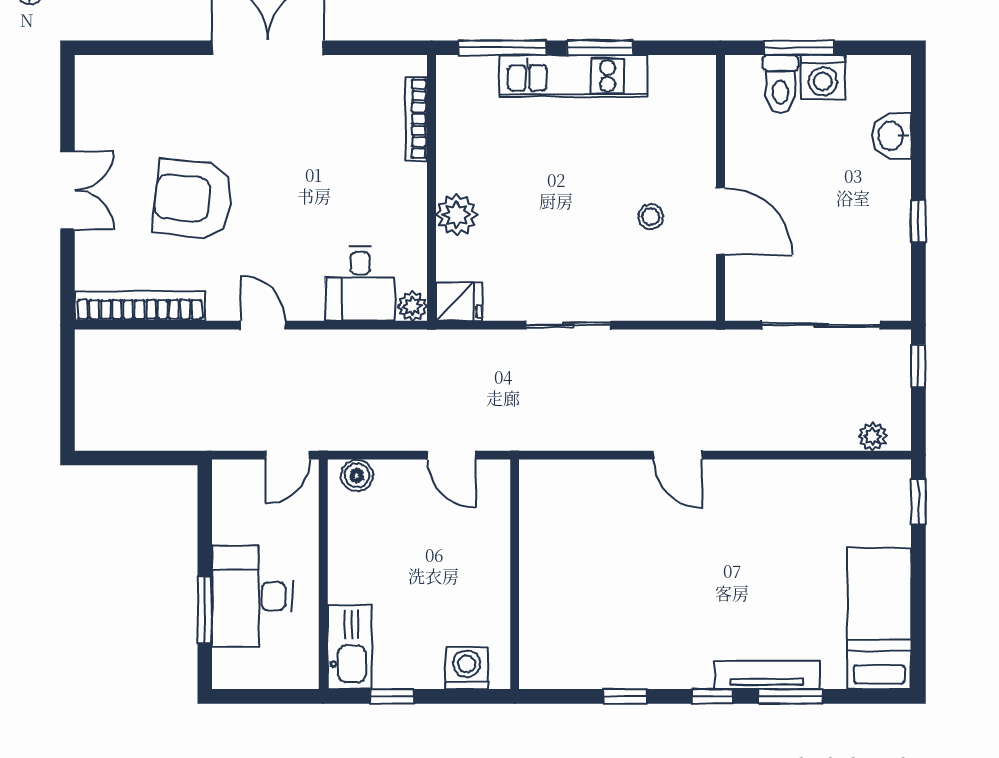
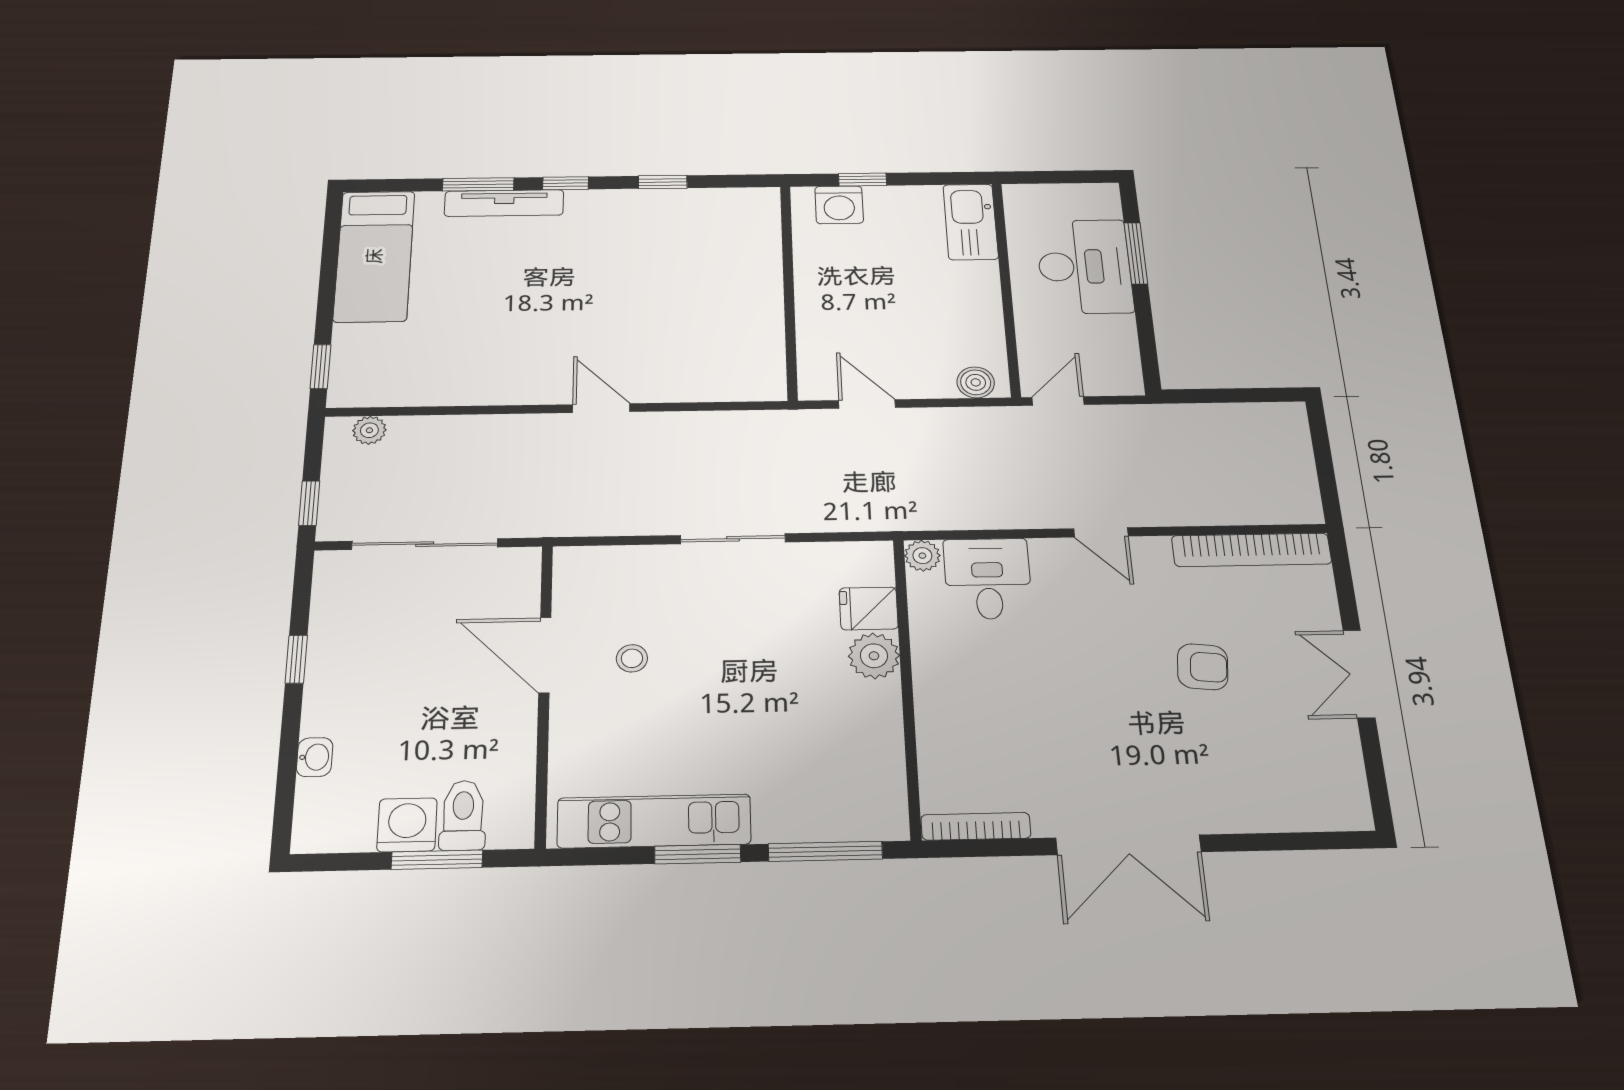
kitchen unit: (573, 76) -> (654, 821), moved
bookcase: (416, 119) -> (976, 826), moved, turned -90
washbasin: (892, 136) -> (315, 757), width x0.72, depth x0.69
armchair: (193, 199) -> (1203, 667), width x0.53, depth x0.53
fridge: (459, 301) -> (869, 608), moved
window: (392, 696) -> (863, 180), moved

